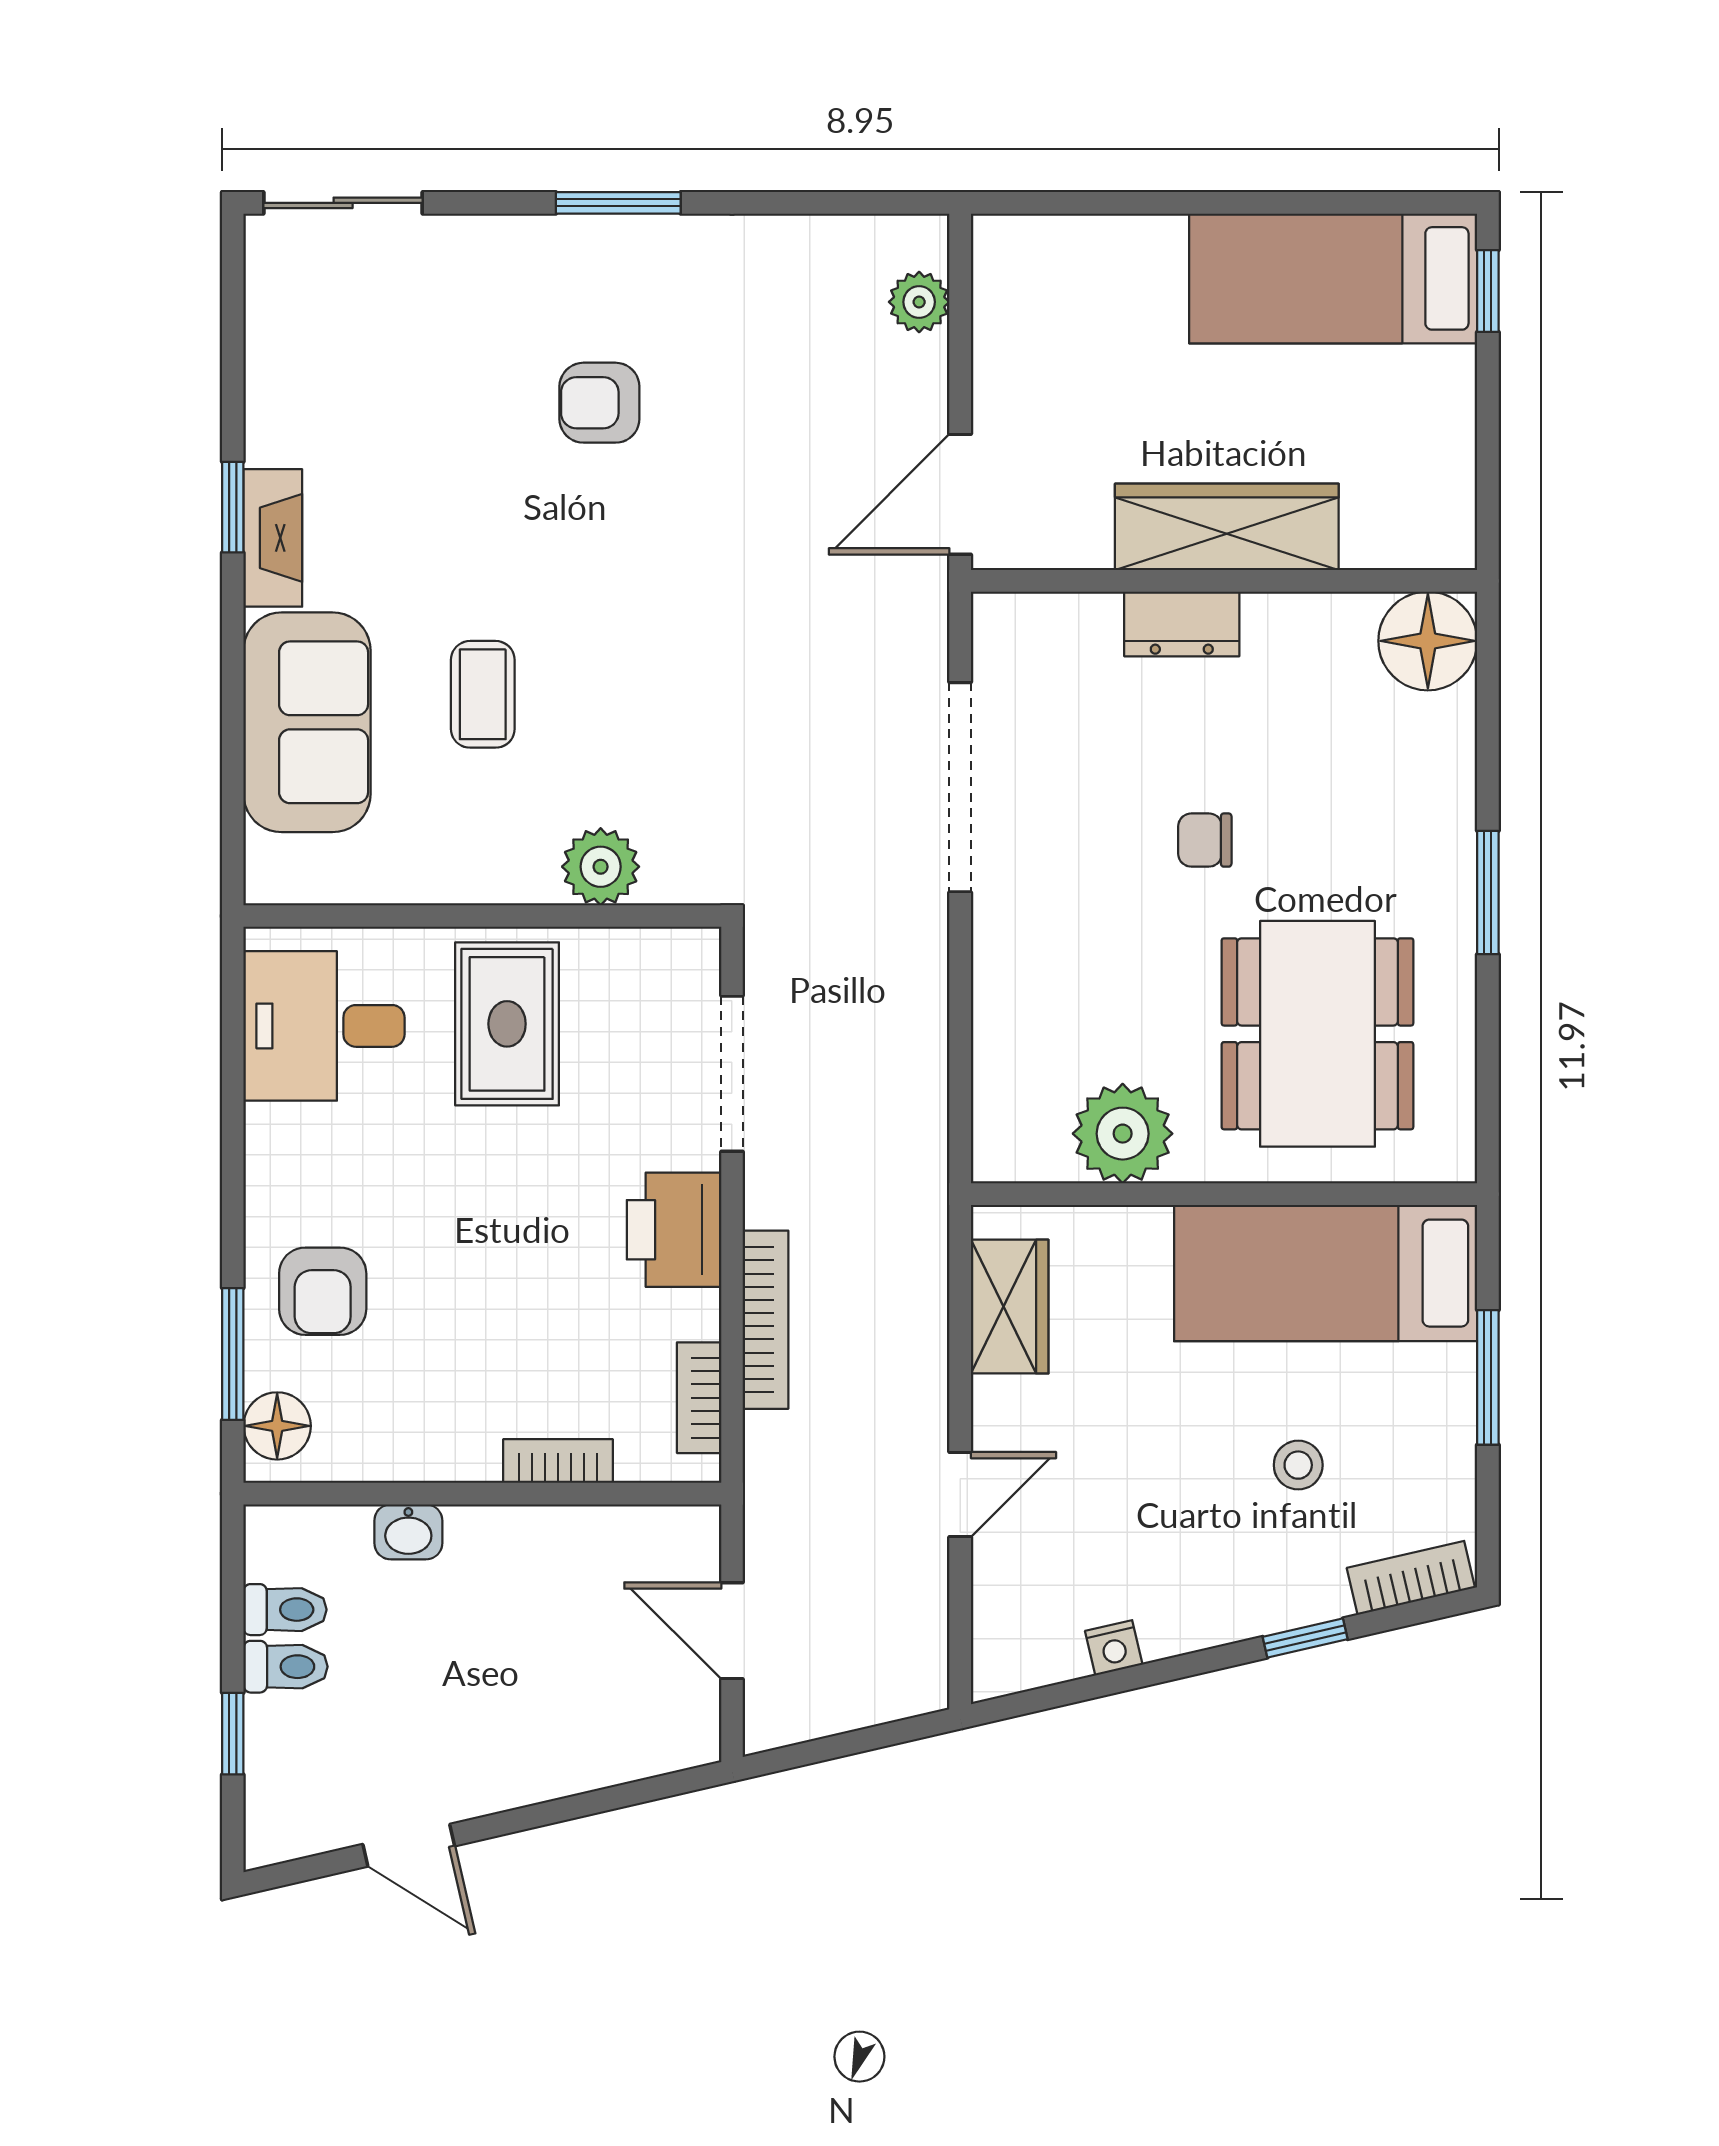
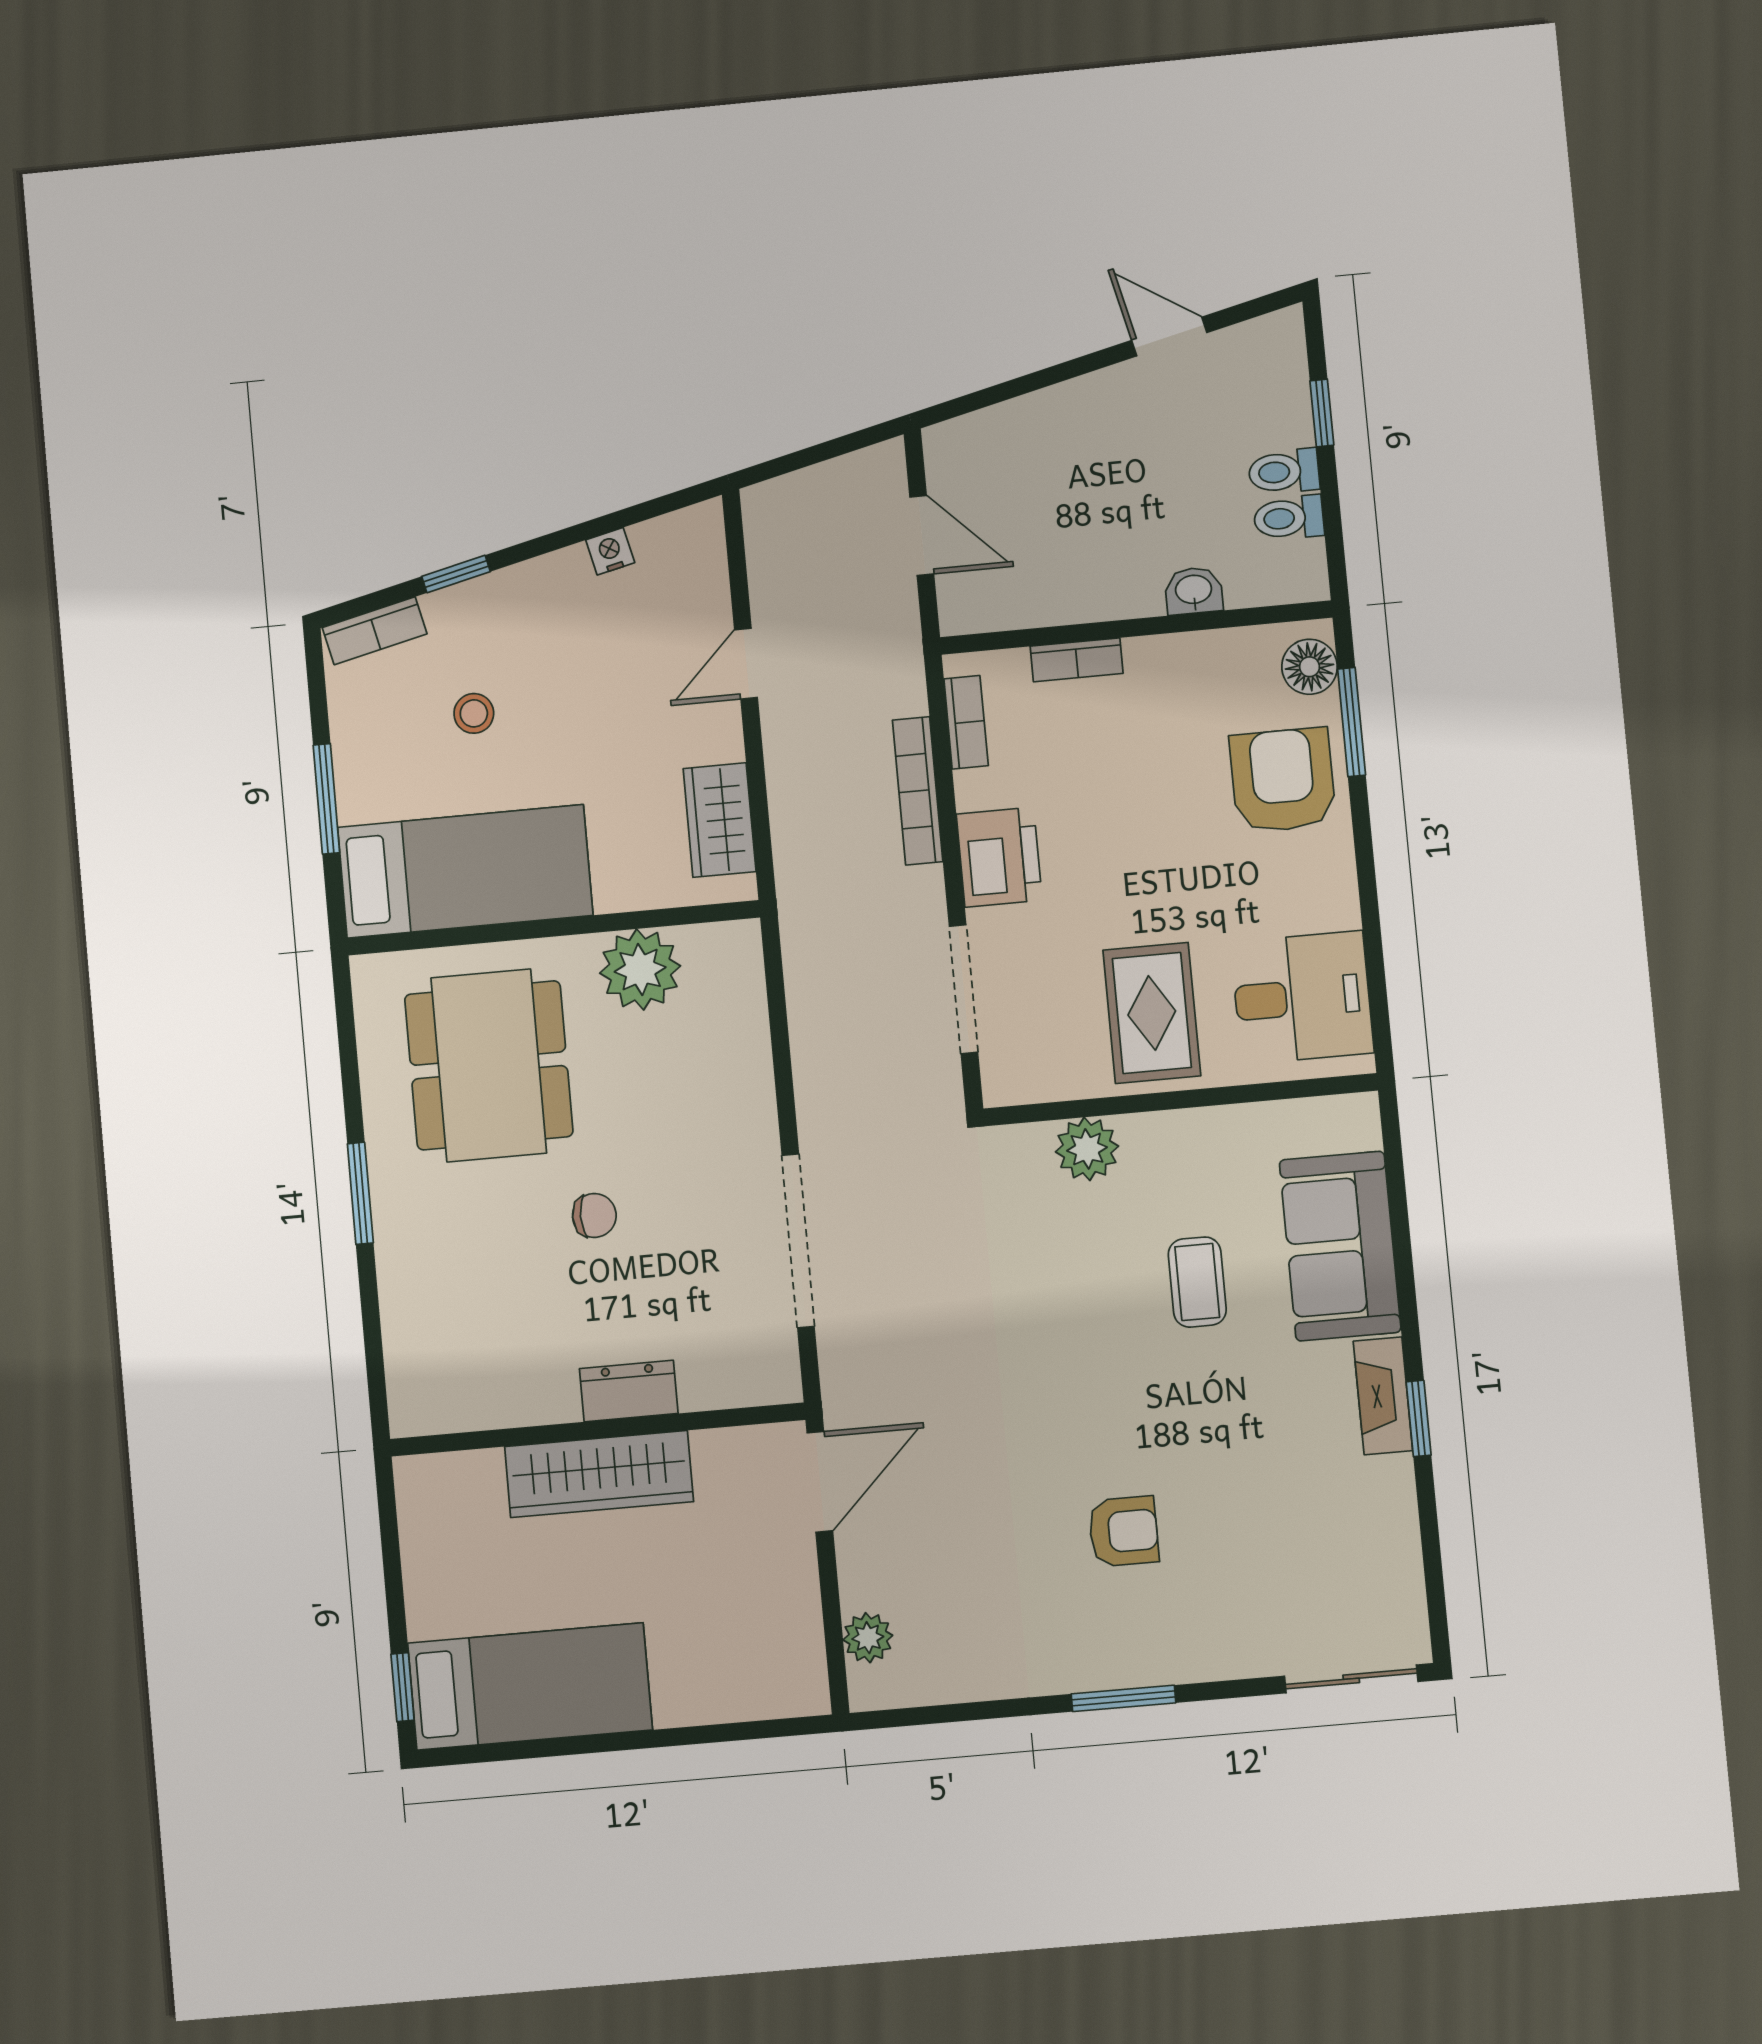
floor lamp: (1428, 641) -> (427, 1395), removed
armchair: (323, 1291) -> (1283, 780), width x1.38, depth x1.38

